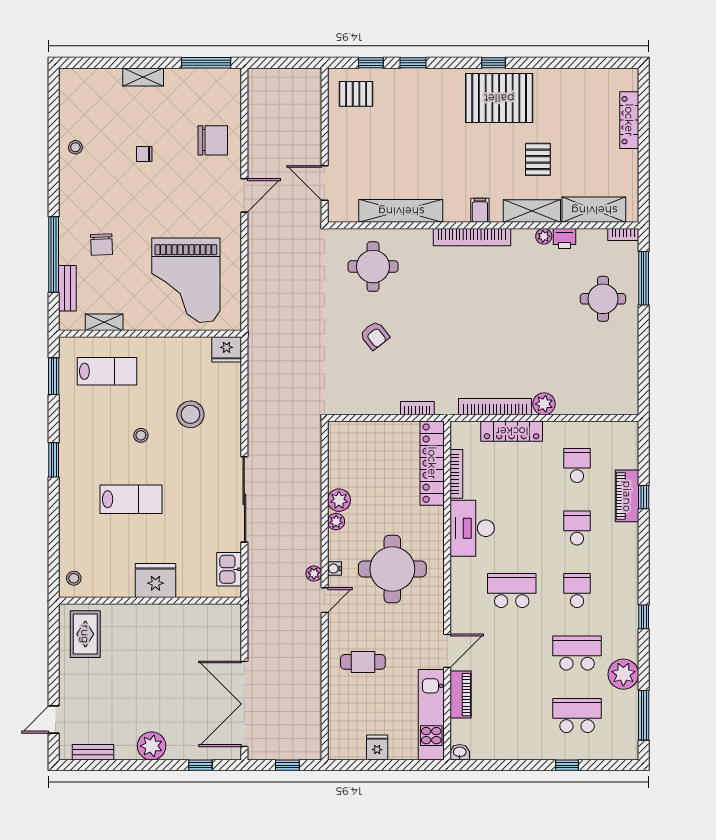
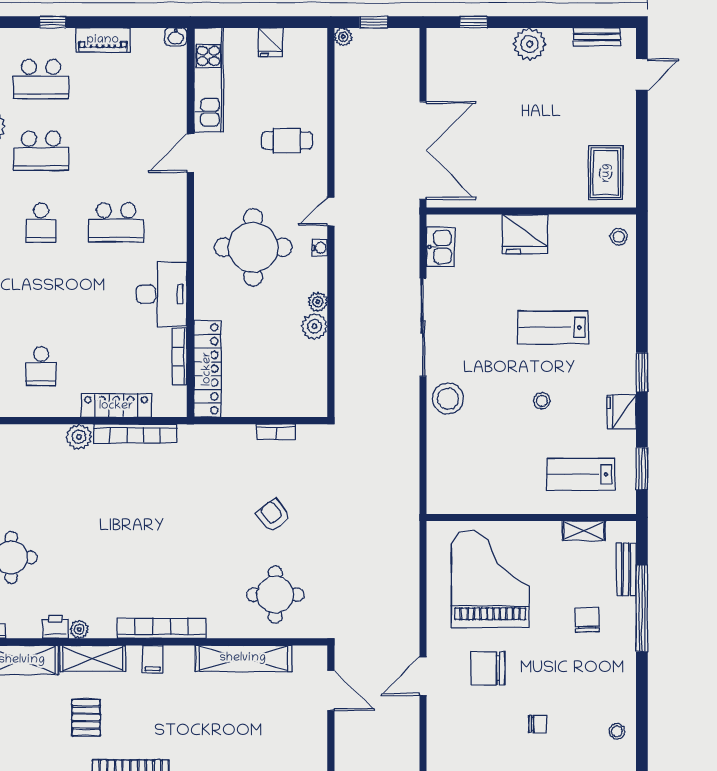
chair: (213, 140) -> (488, 668), moved
fridge: (227, 349) -> (622, 412), moved, turned -90
bookcase: (417, 408) -> (276, 432), moved
stool: (190, 414) -> (448, 399), moved
school desk: (577, 528) -> (41, 294), removed
plant: (314, 574) -> (343, 37), moved
piano: (461, 695) -> (103, 40), moved, turned -90
double door: (244, 704) -> (423, 150), moved

